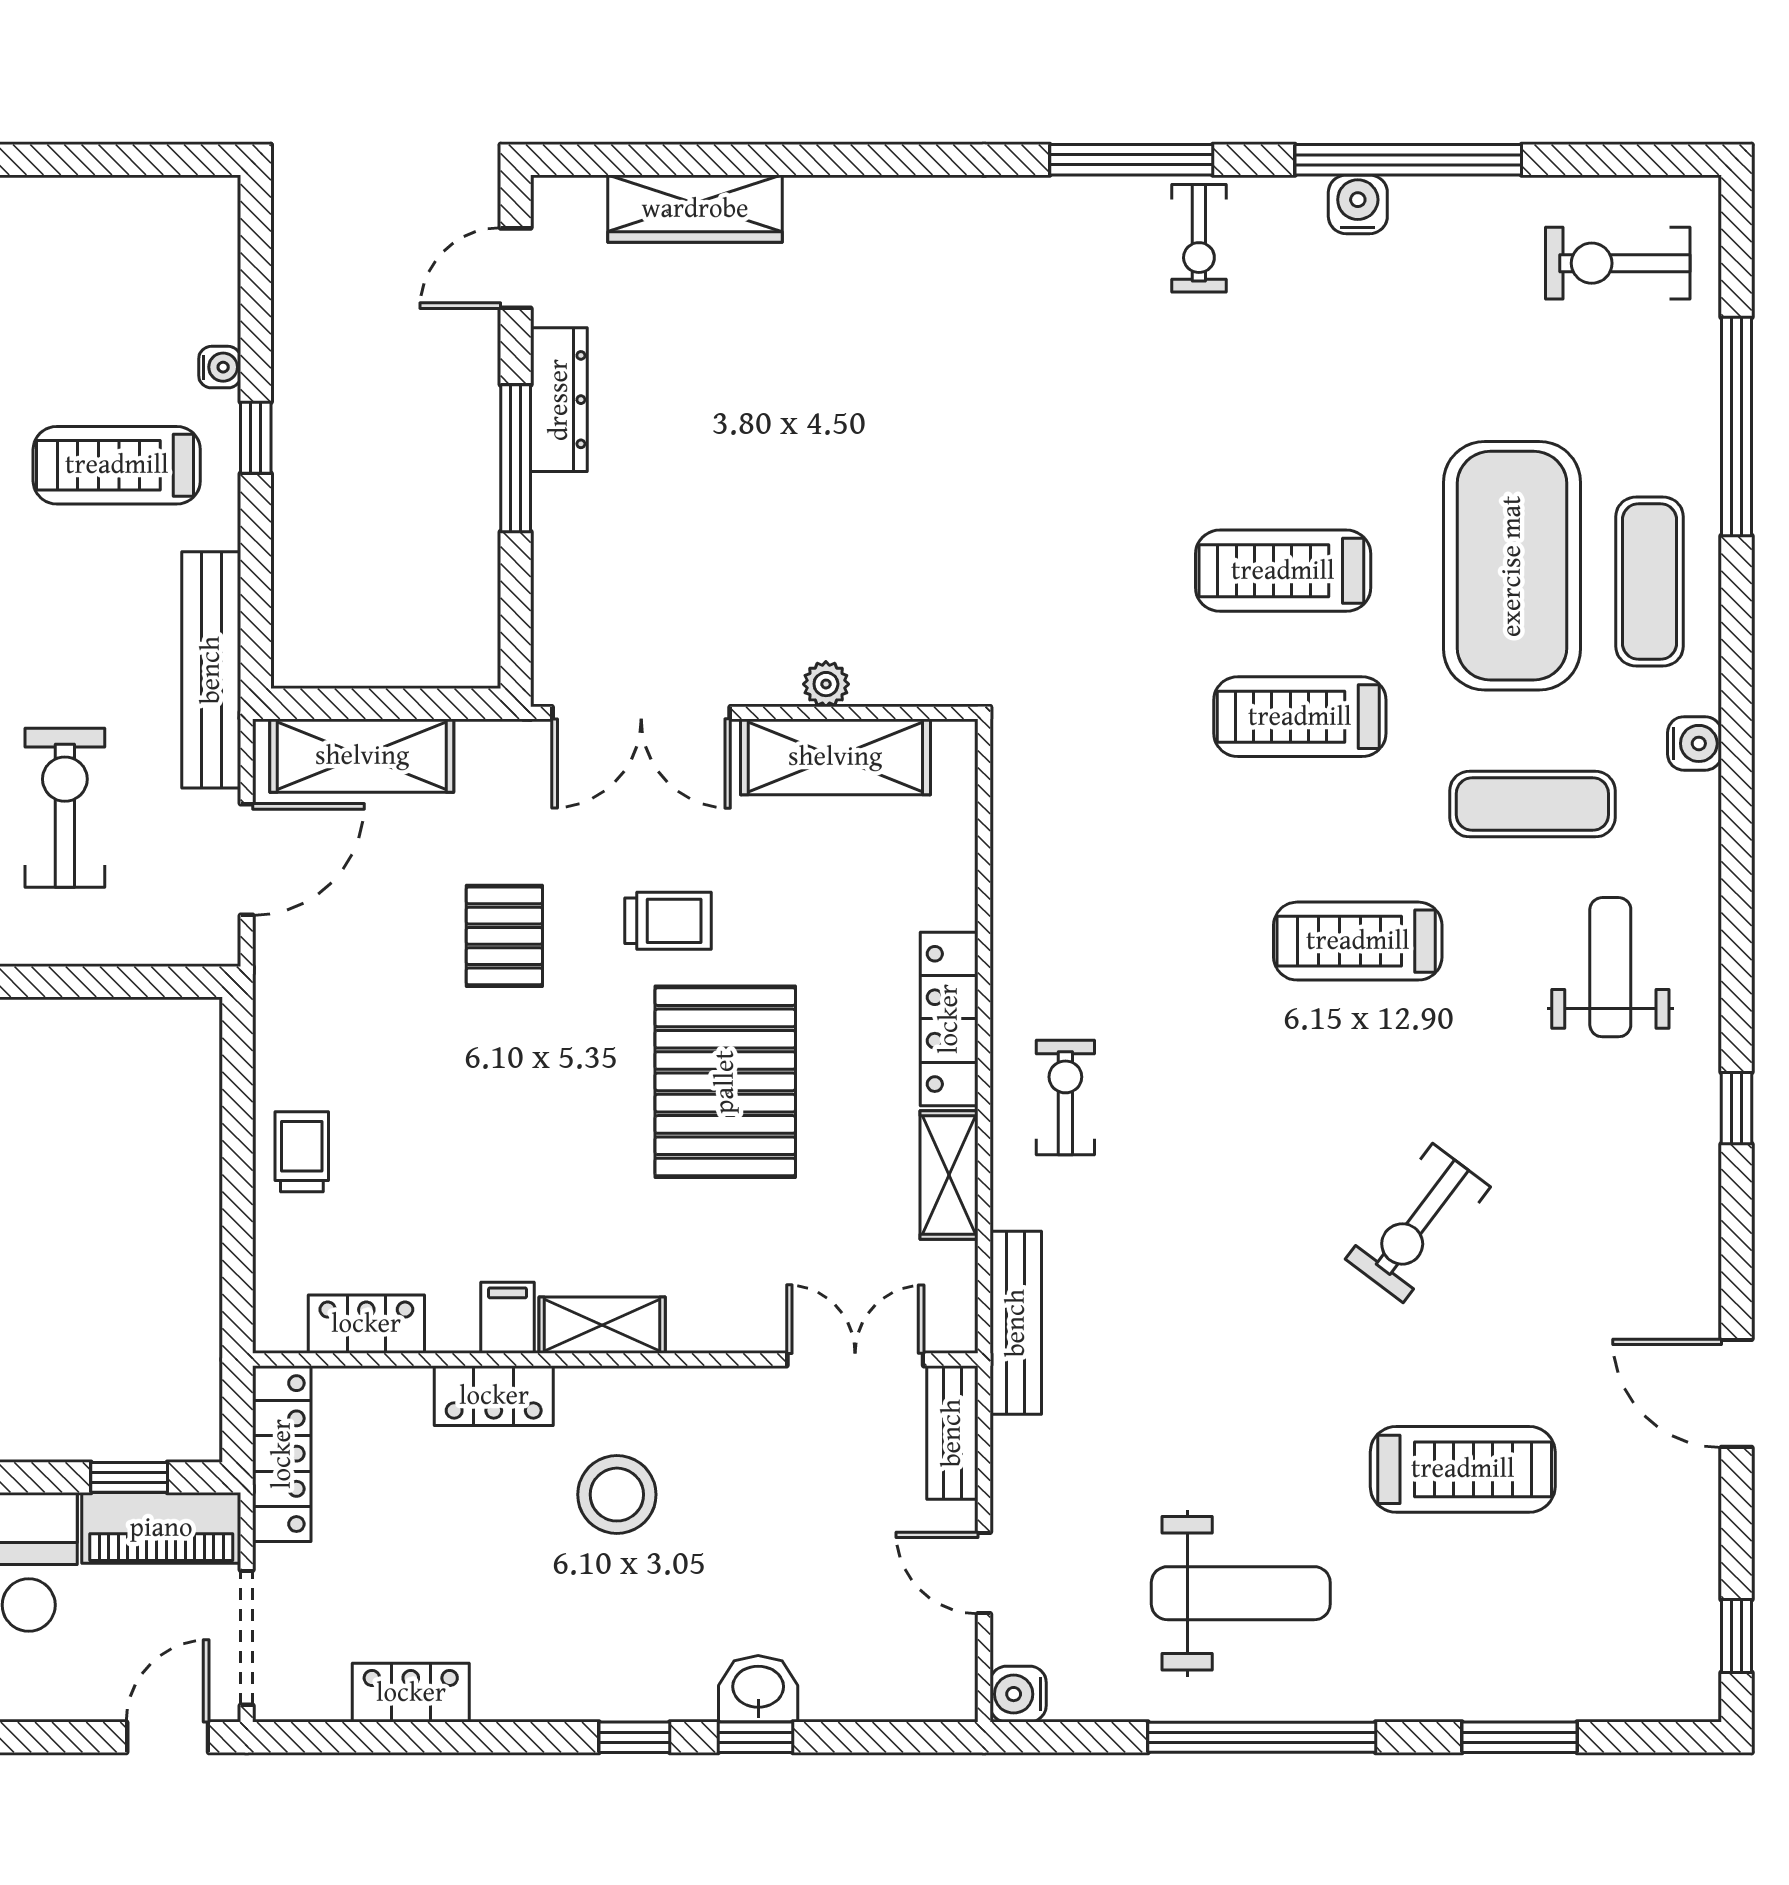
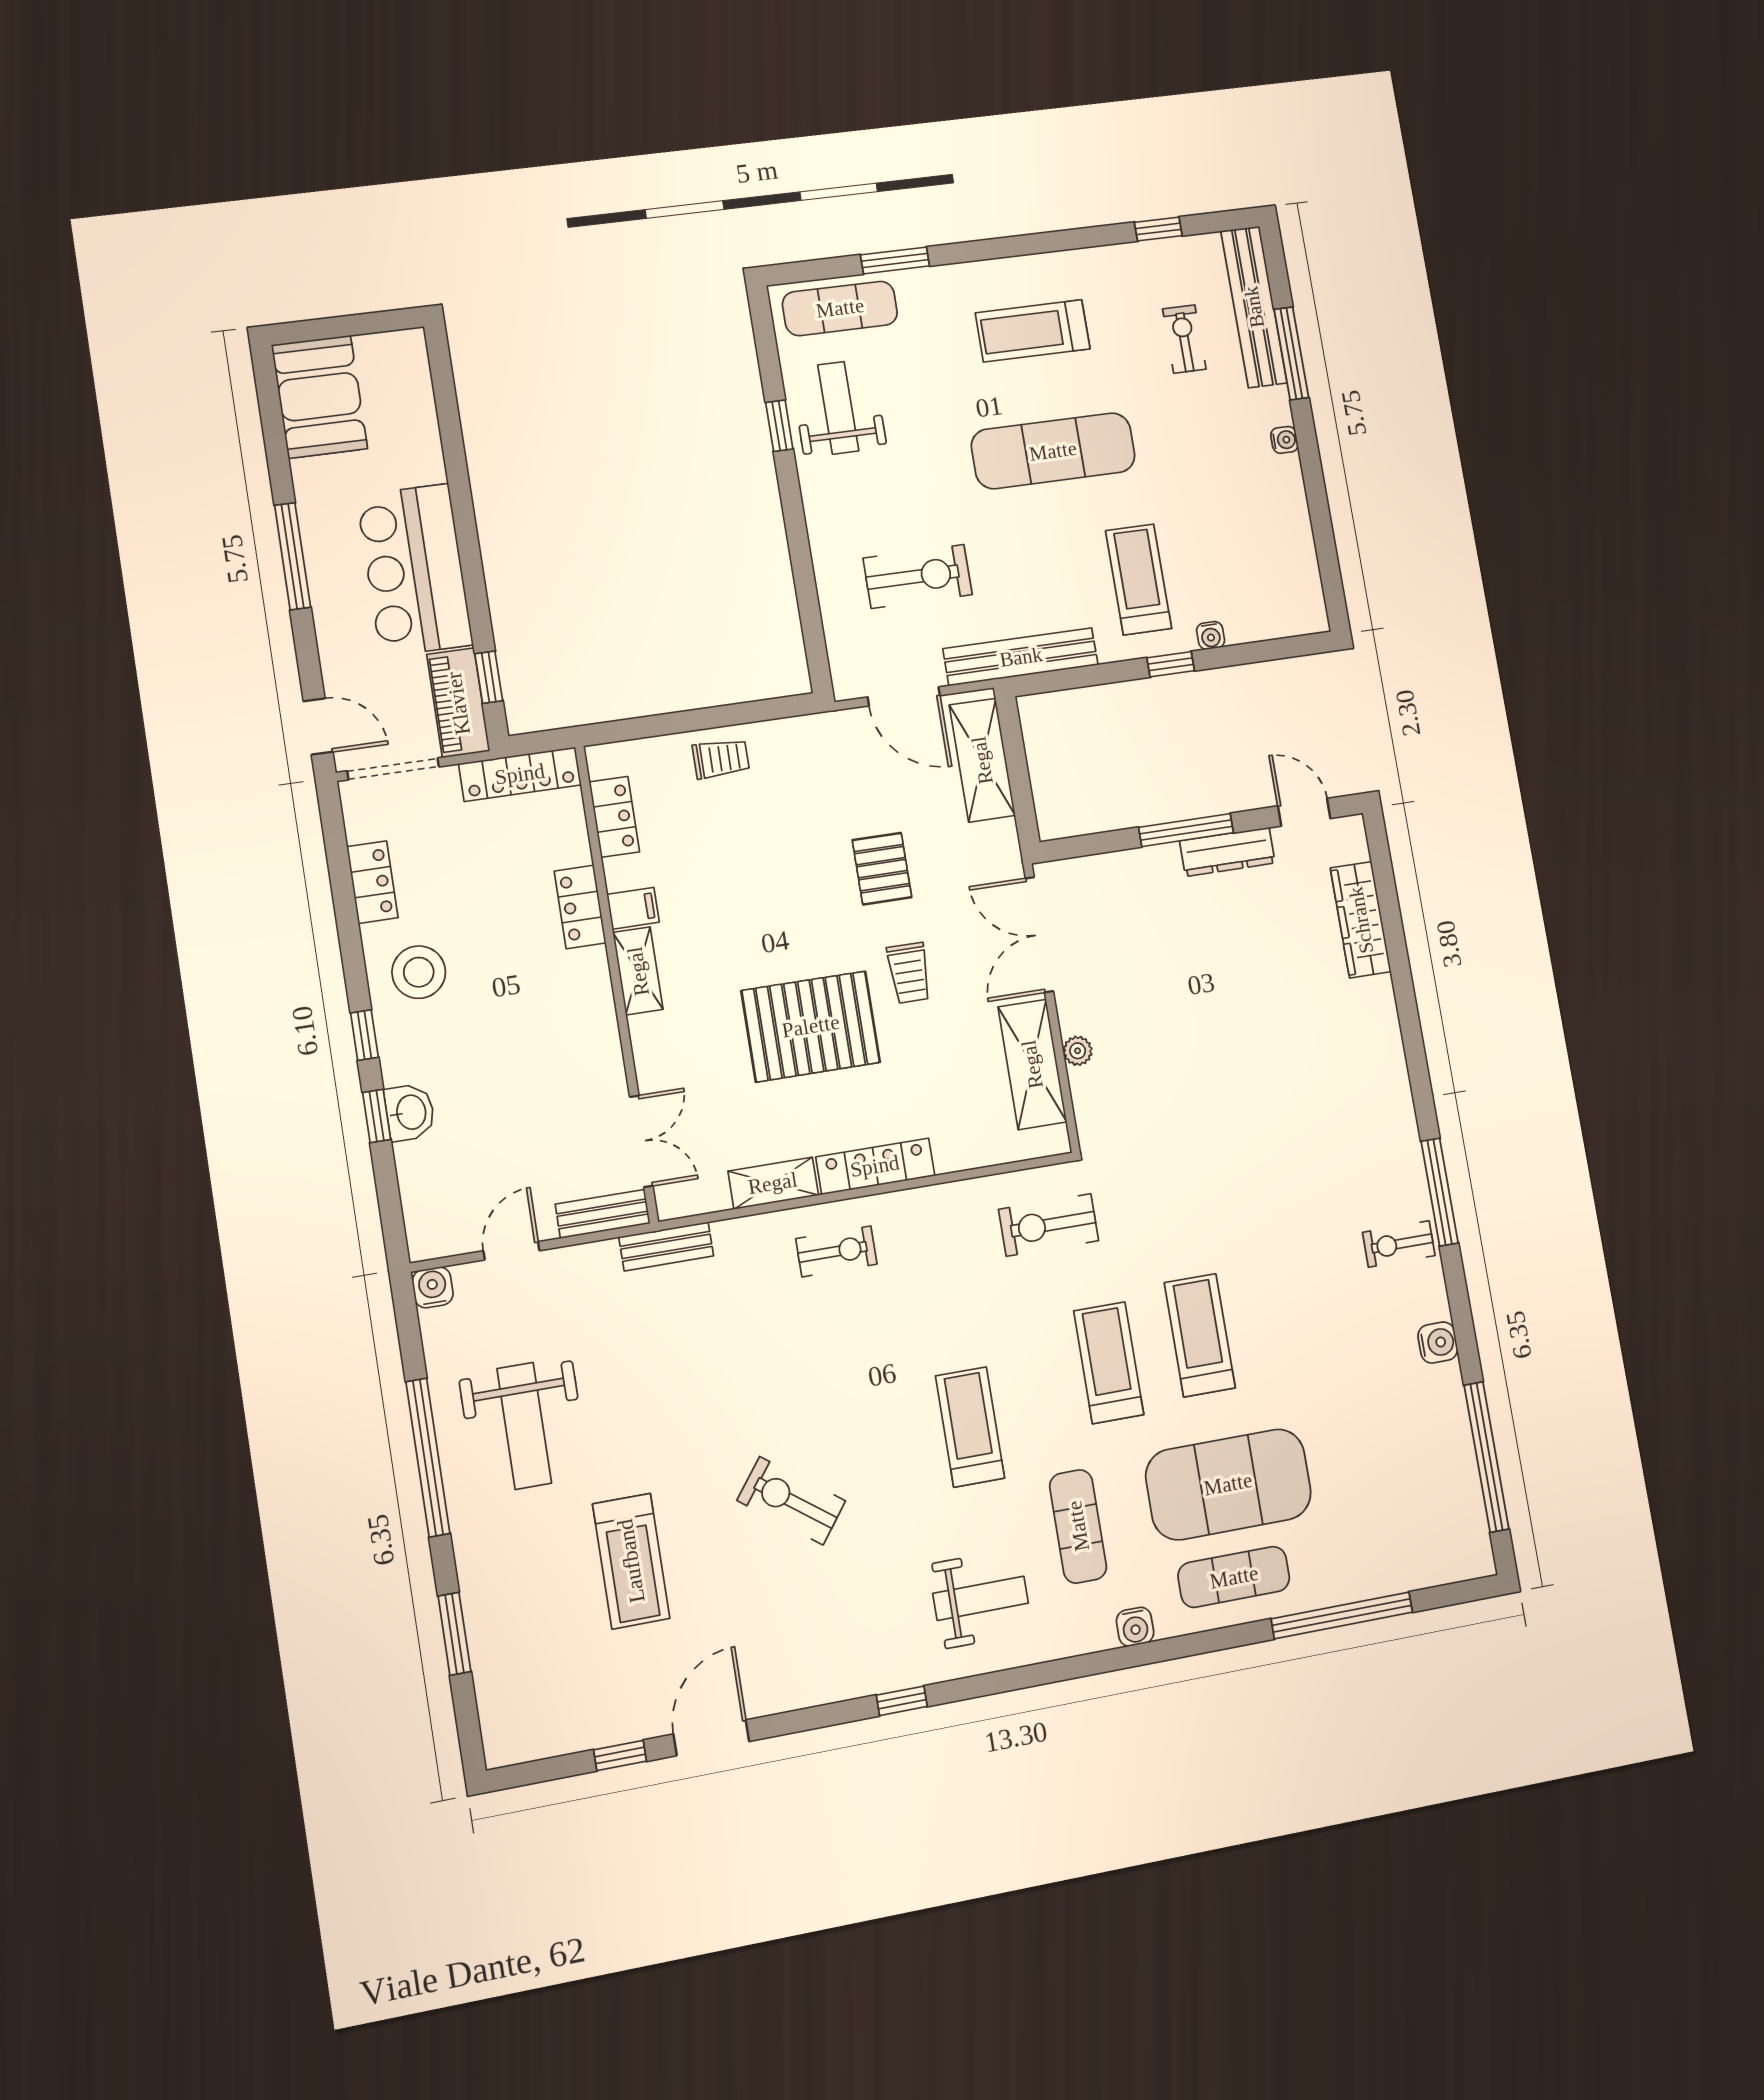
window: (1408, 160) -> (1486, 1457), moved
exercise bike: (1618, 263) -> (1049, 1225), moved, turned -90
pallet: (504, 936) -> (882, 869), turned 90
bench: (1016, 1323) -> (666, 1246), width x0.73
stool: (617, 1495) -> (419, 972), moved
window: (1736, 1636) -> (620, 1755), moved

